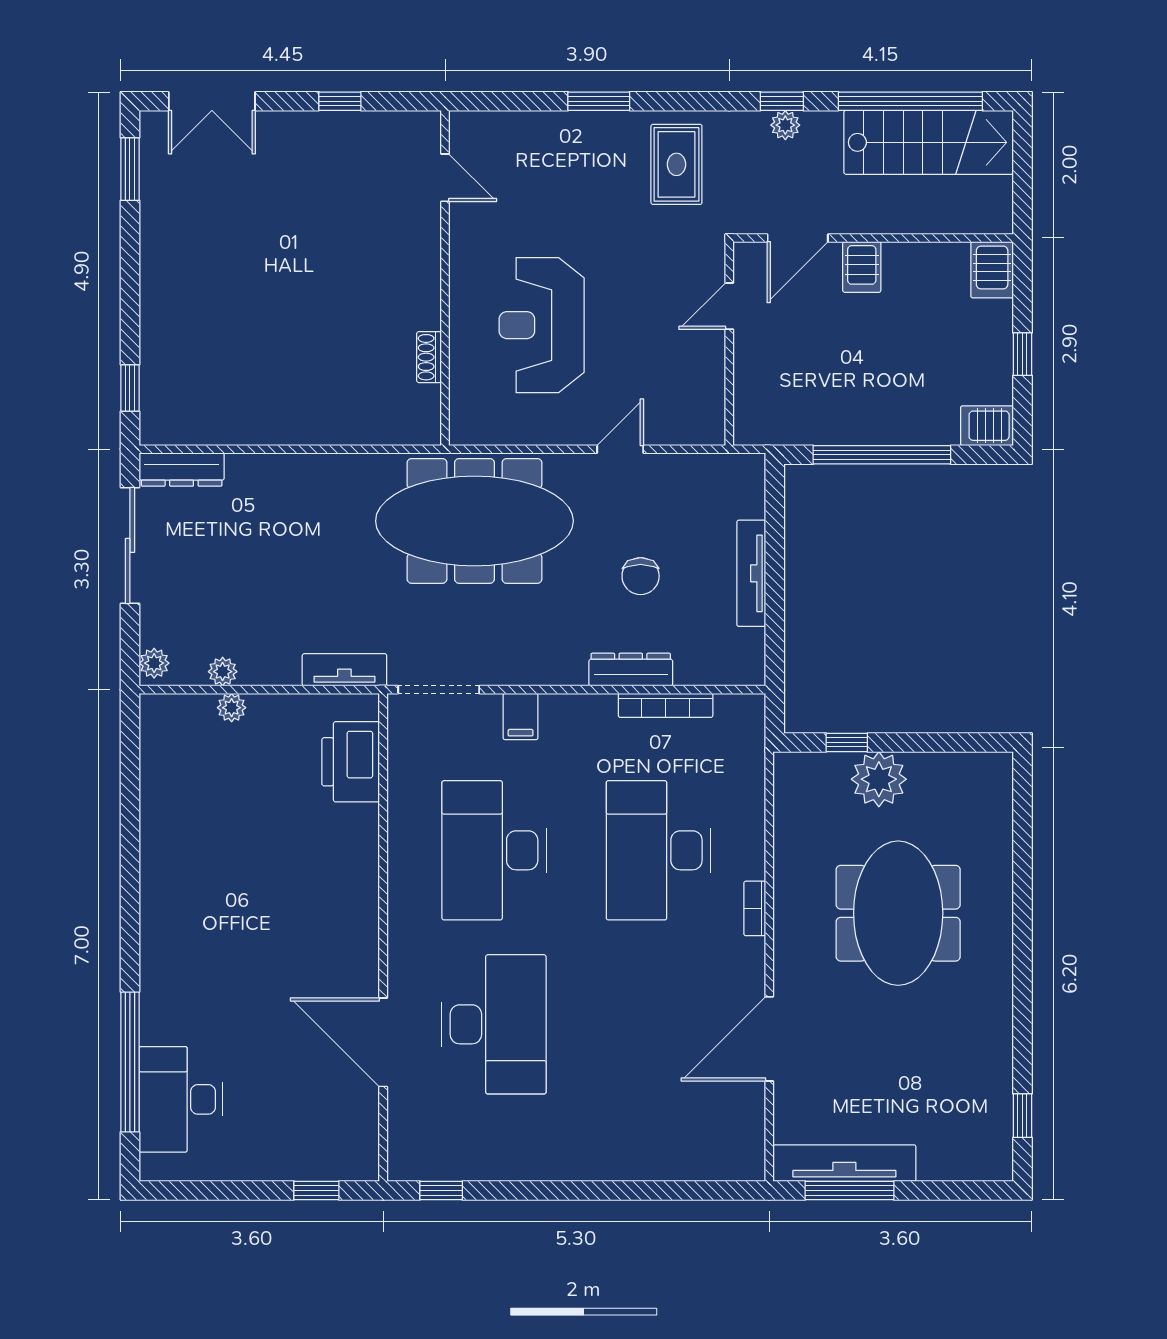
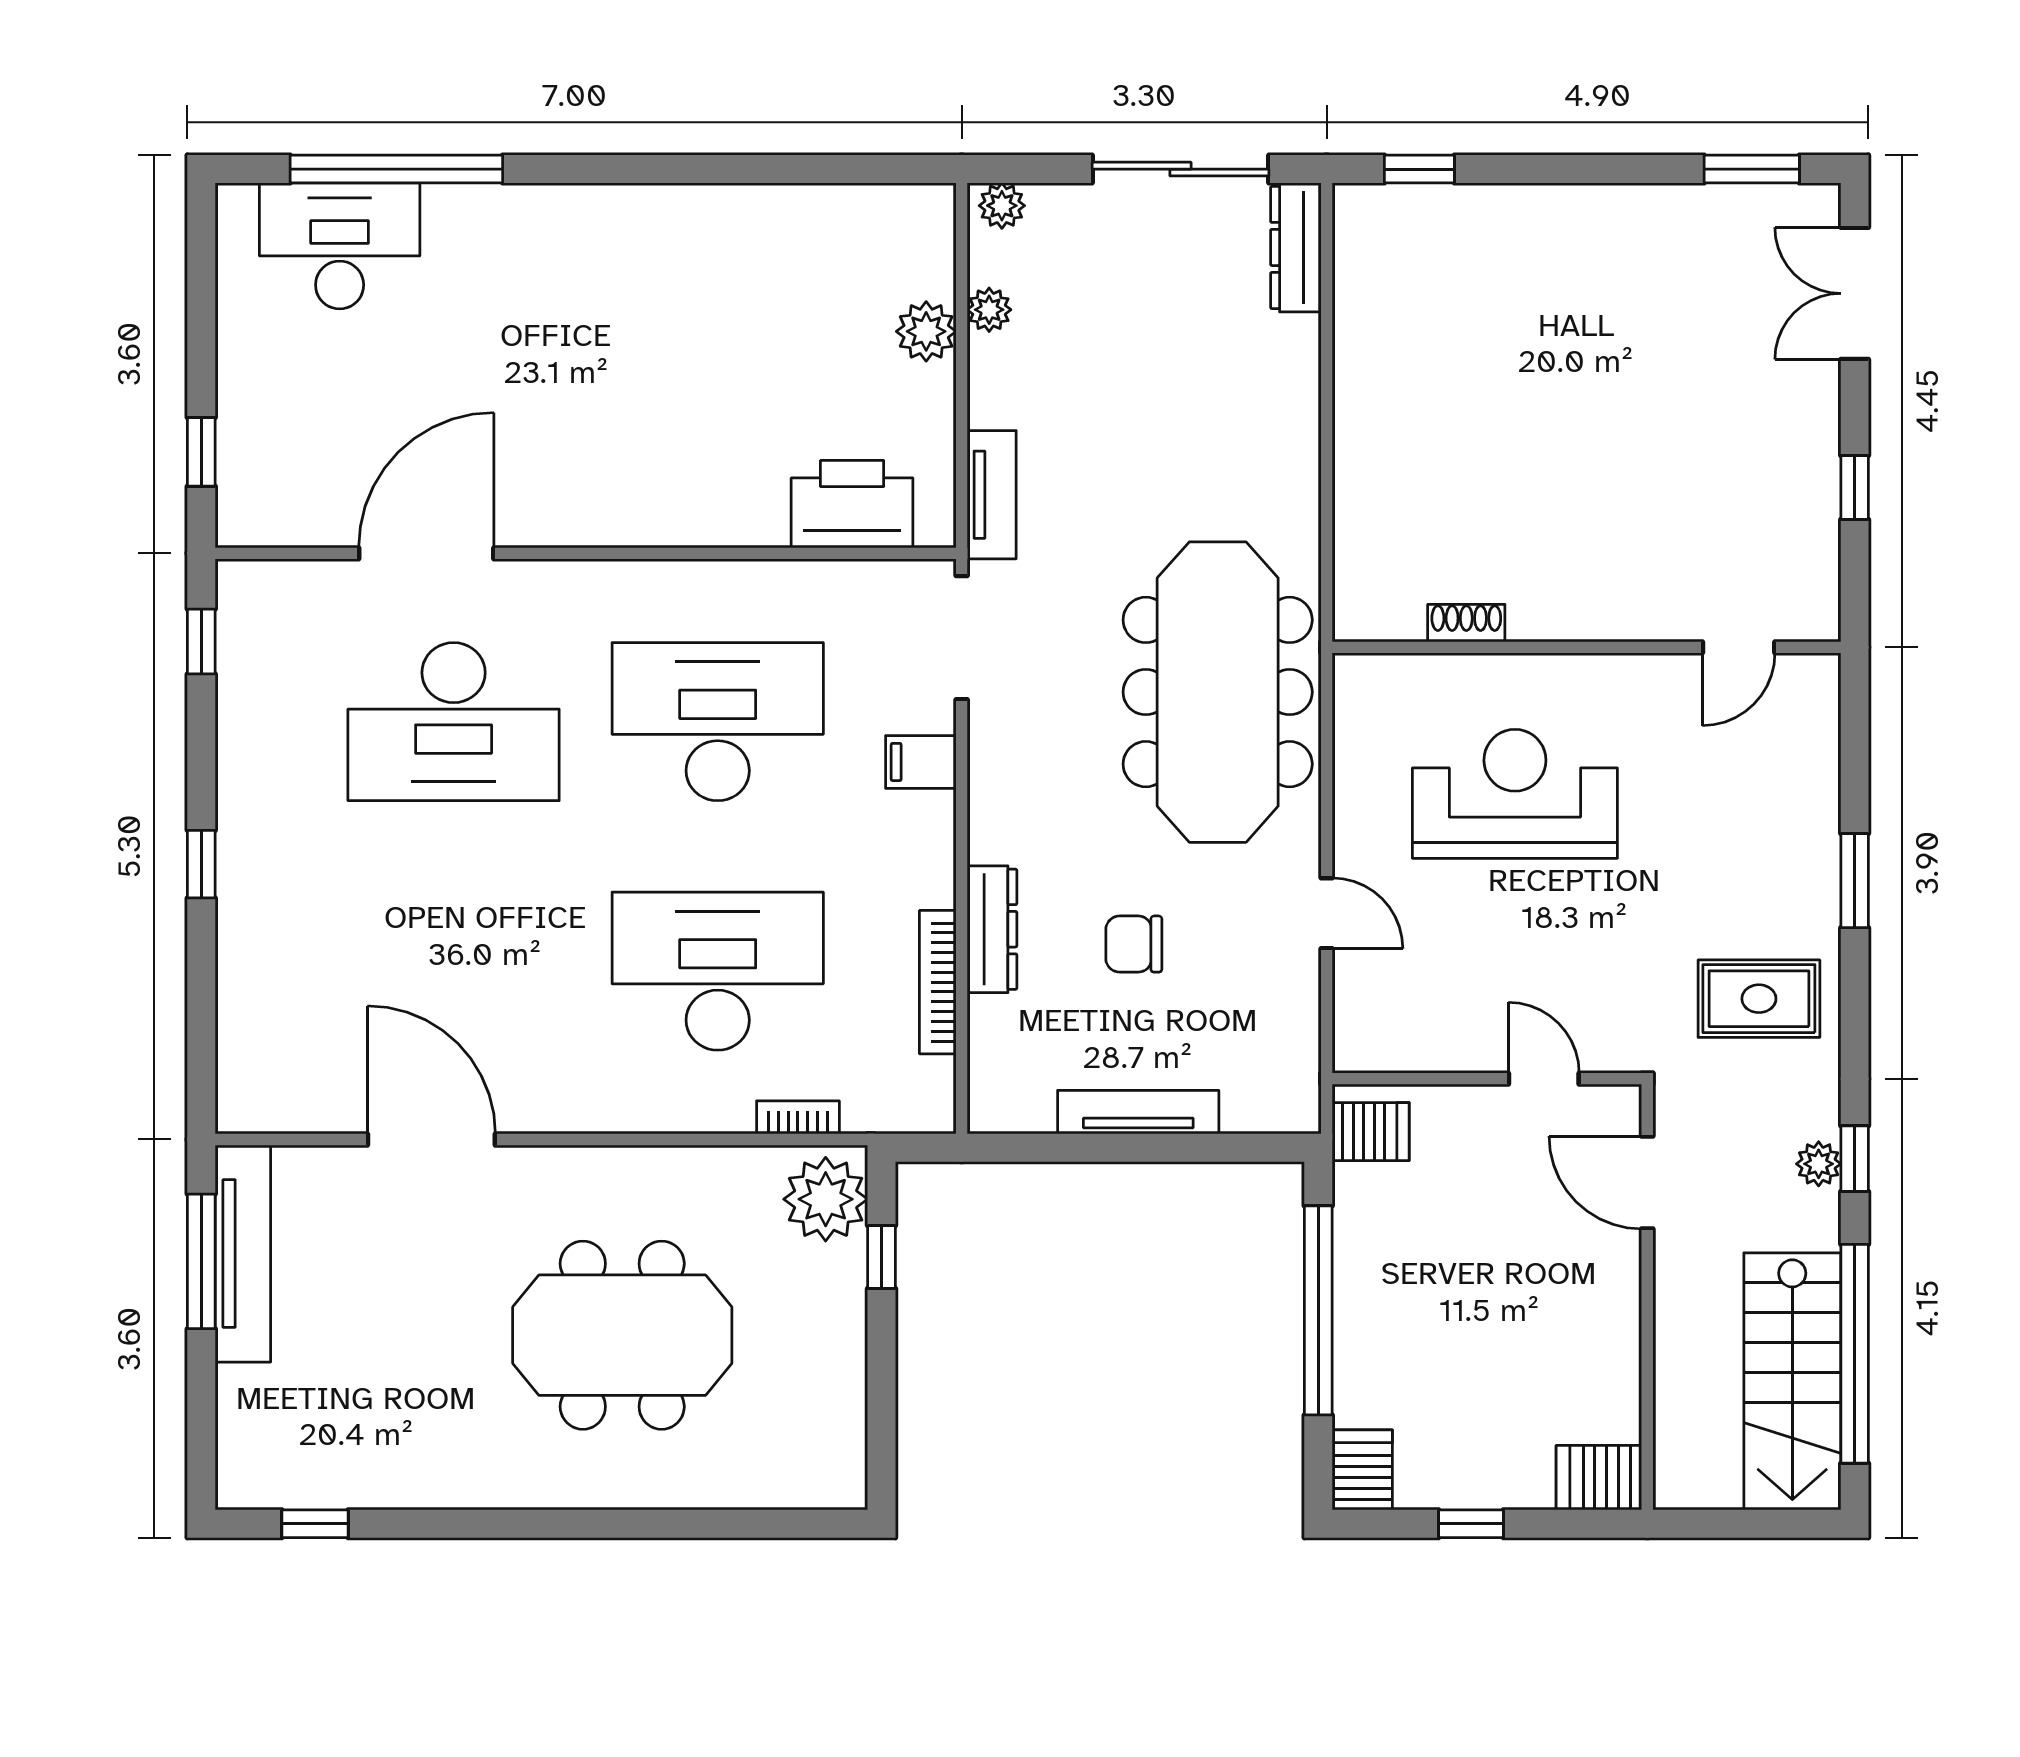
server rack: (862, 267) -> (1371, 1132), moved, turned 180
plant: (232, 708) -> (926, 331), width x1.38, depth x1.38
plant: (879, 779) -> (826, 1199), moved
bookcase: (755, 908) -> (798, 1117), moved
window: (588, 1190) -> (201, 864), added

